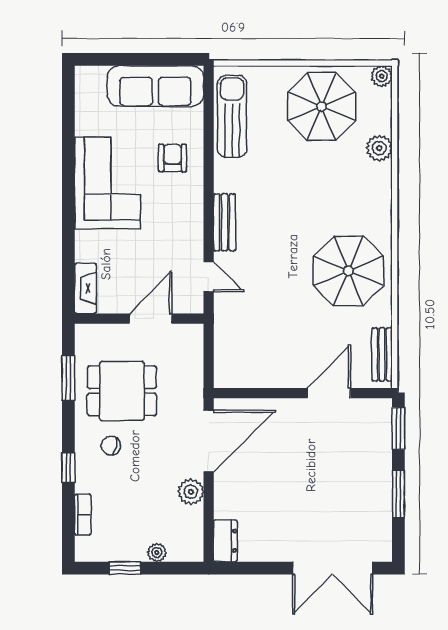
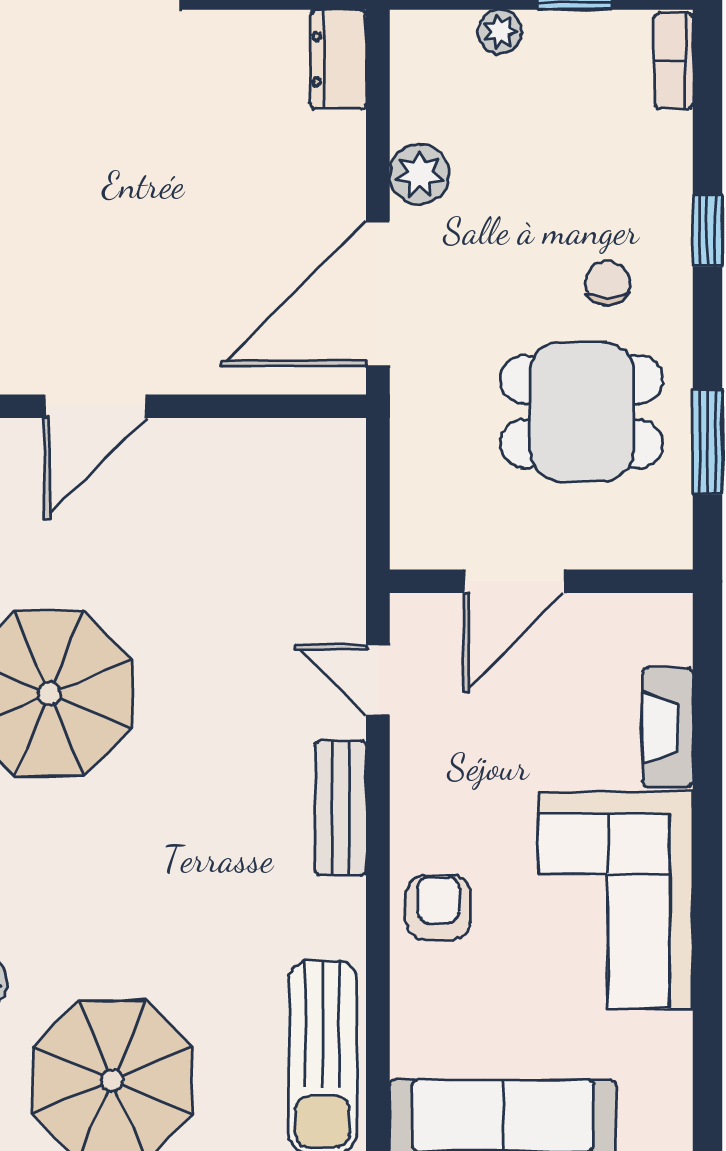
armchair: (172, 158) -> (438, 907), moved, turned 180
fireplace: (85, 288) -> (667, 727), moved
chair: (111, 446) -> (608, 283), turned -103
bookcase: (83, 515) -> (674, 61), moved

